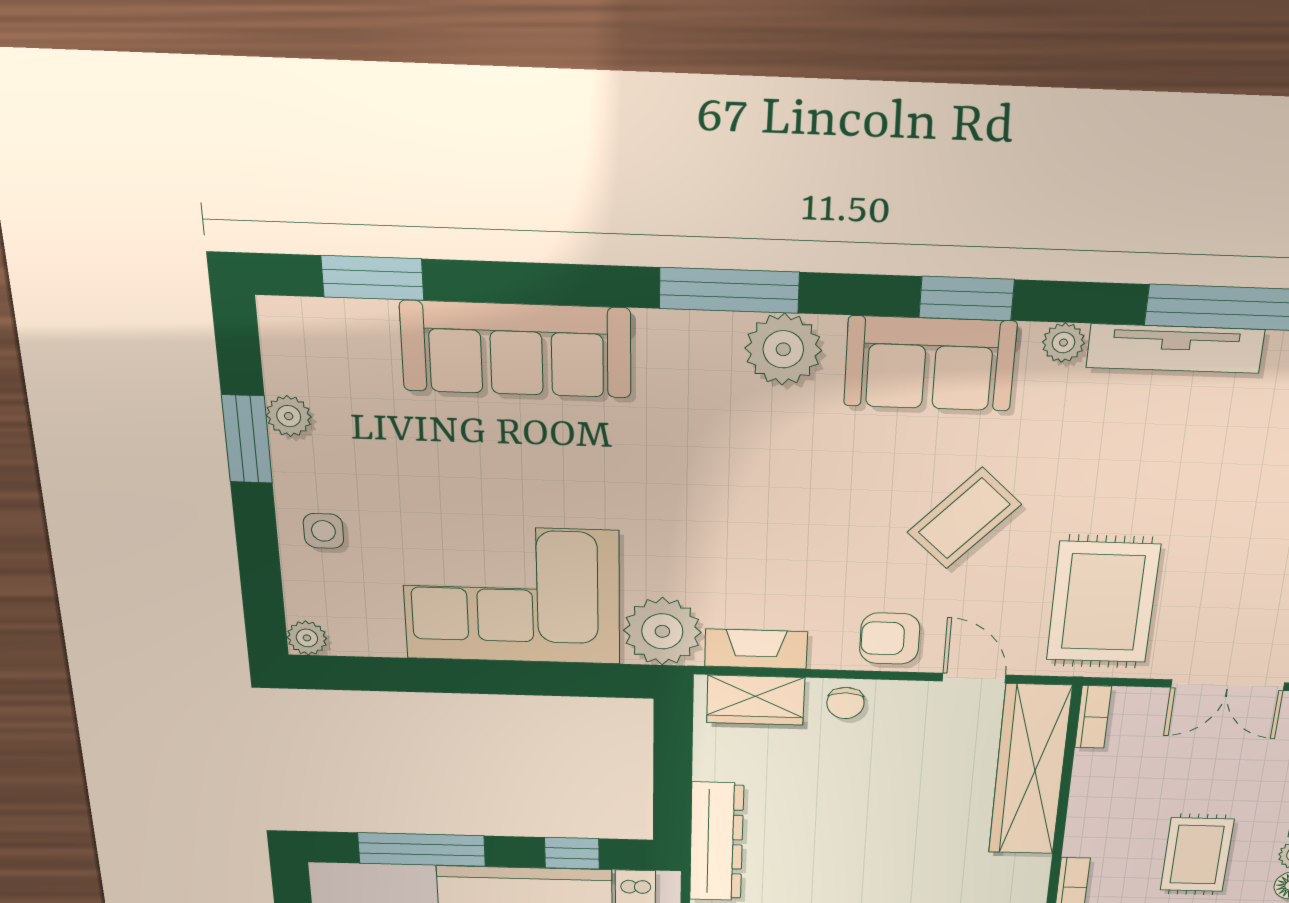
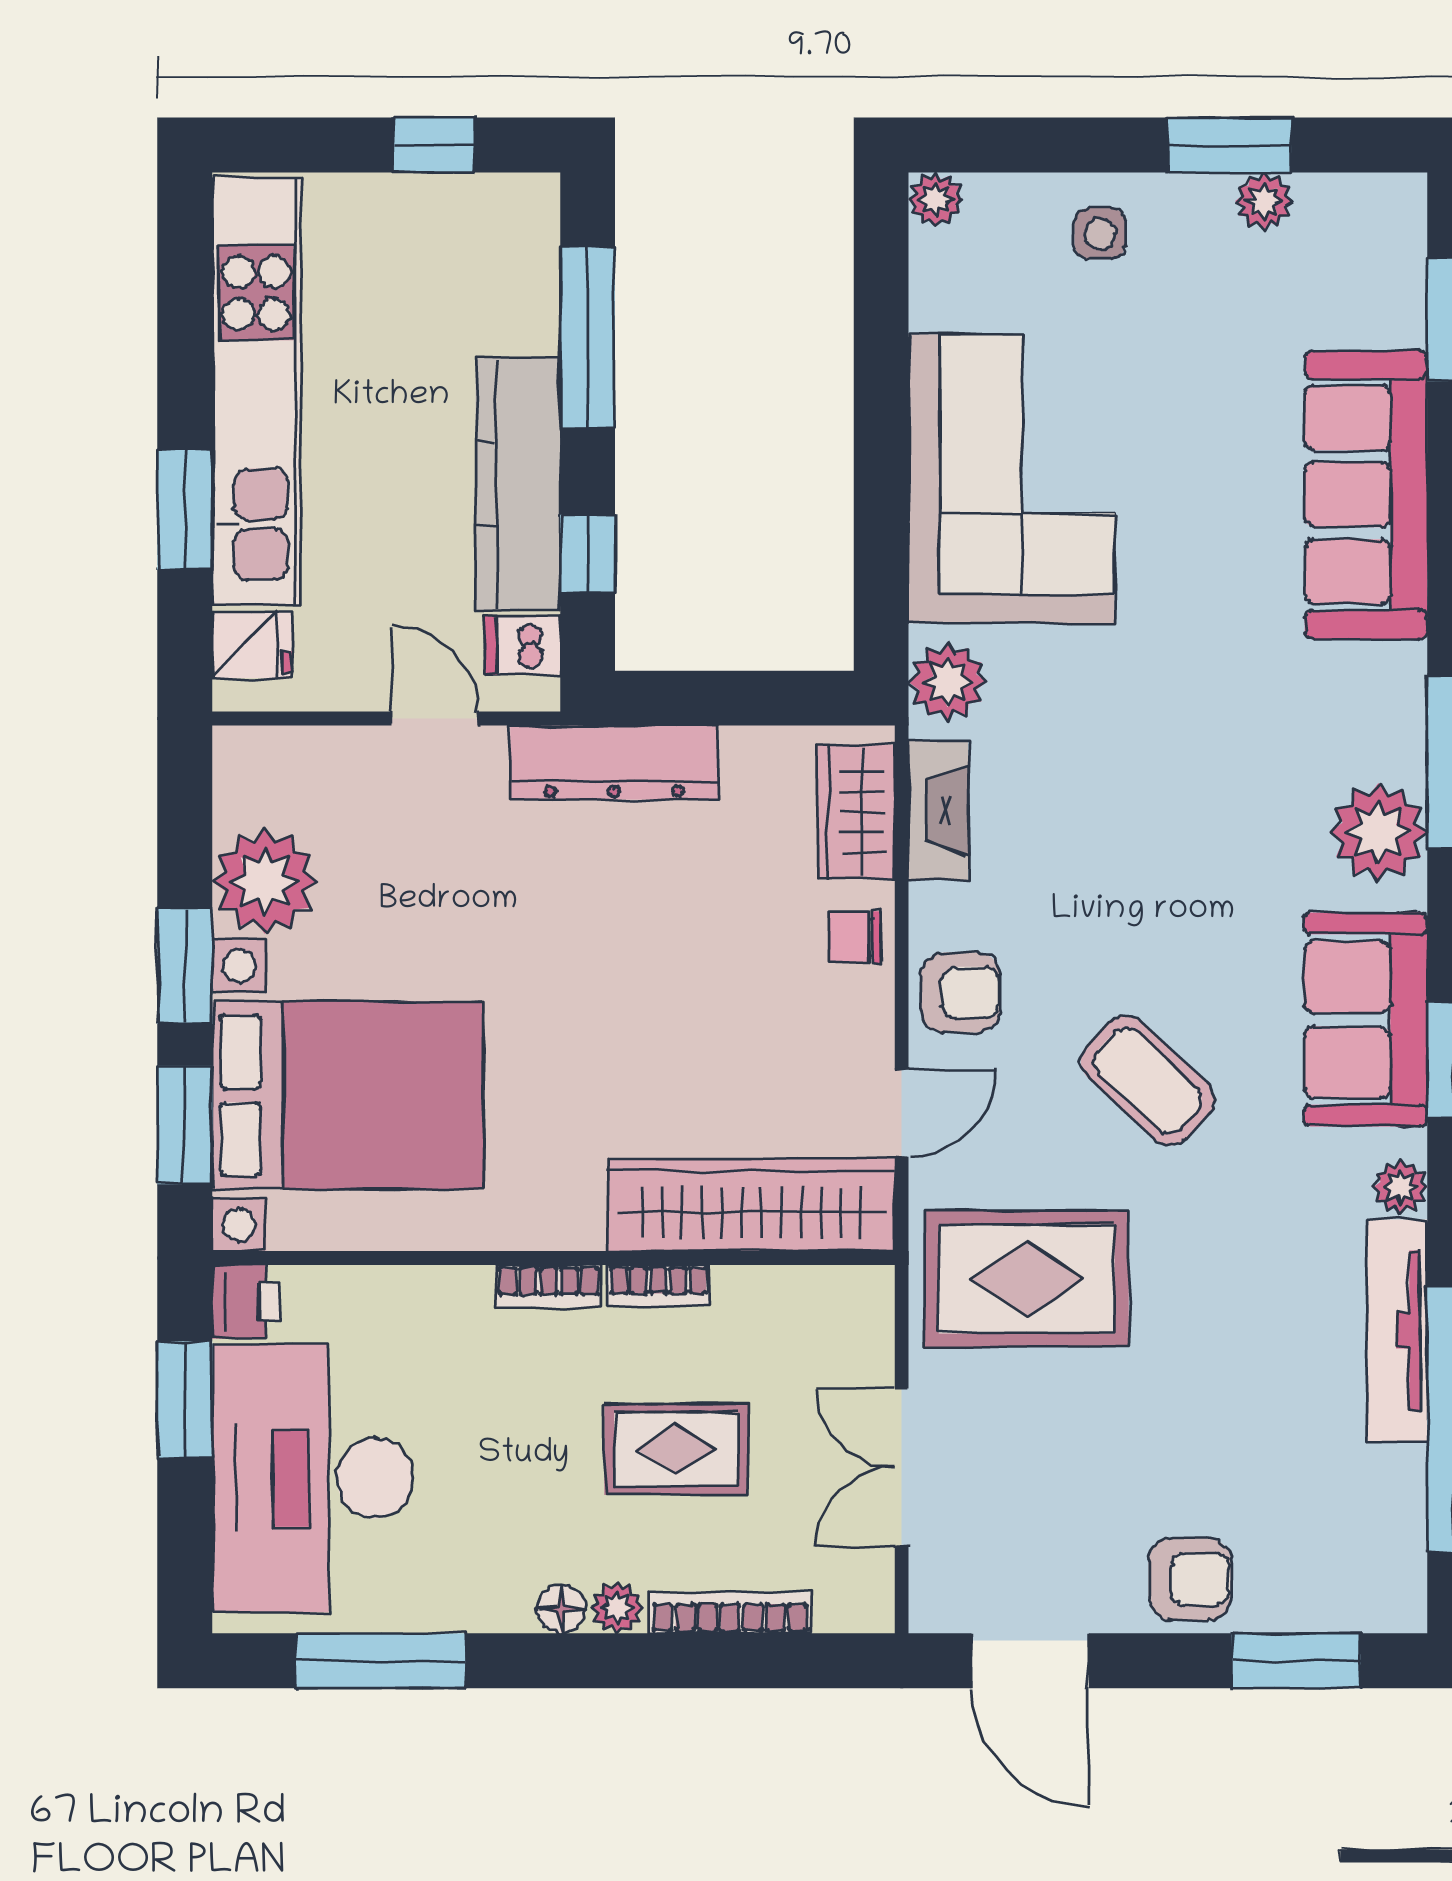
plant: (662, 631) -> (948, 682), width x0.73, depth x0.73
armchair: (890, 639) -> (961, 993), turned 90
bookcase: (1093, 717) -> (659, 1285), moved
rug: (1197, 855) -> (676, 1449), moved

